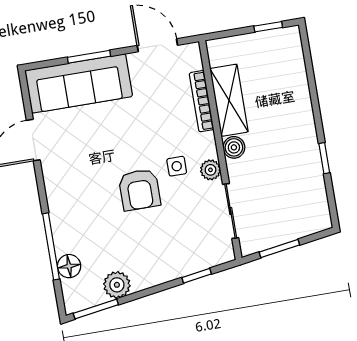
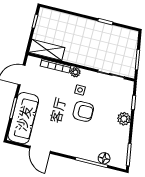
shelving: (229, 100) -> (47, 50), moved
boiler: (234, 147) -> (83, 60), removed
plant: (210, 170) -> (75, 72), moved
plant: (117, 285) -> (124, 119), moved

